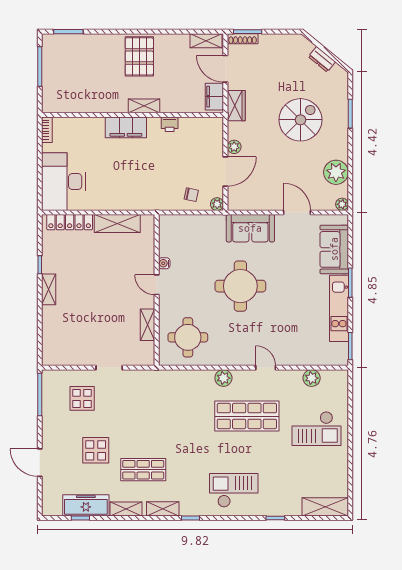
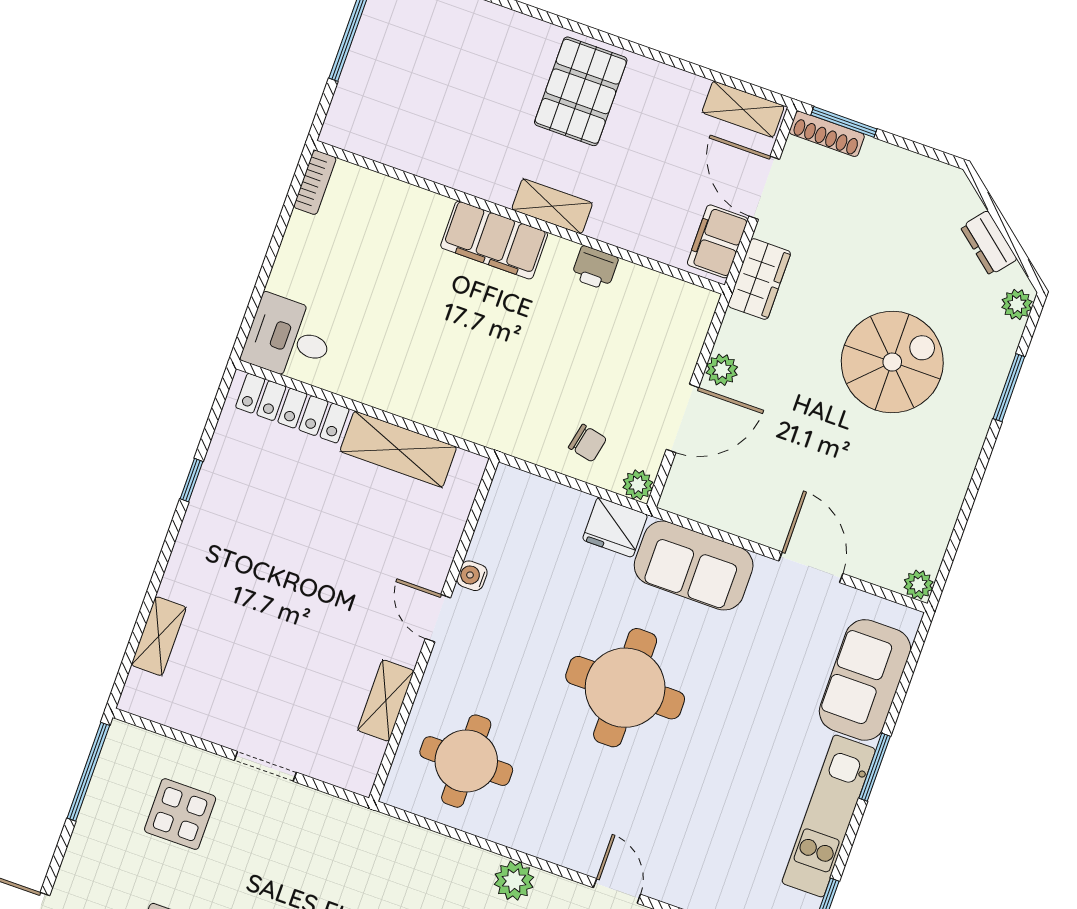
plant: (336, 172) -> (1017, 304), moved, width x0.53, depth x0.53
desk: (63, 182) -> (289, 338), width x0.53, depth x0.77
fridge: (214, 224) -> (615, 527), added
shelving: (49, 289) -> (159, 636), moved

